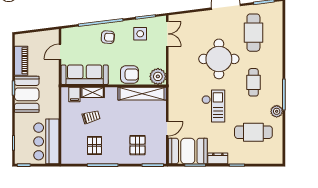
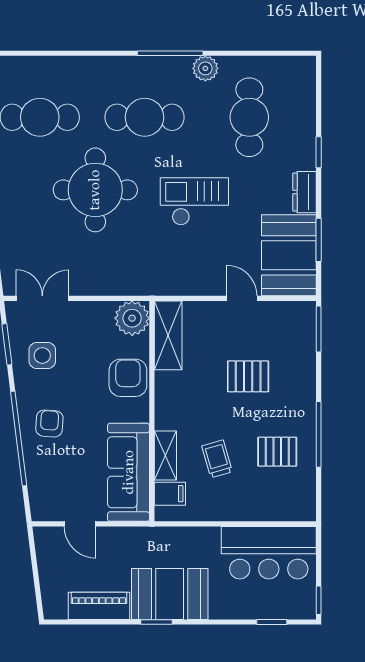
cafe table: (253, 82) -> (145, 117), width x1.37, depth x1.35
shelving: (142, 94) -> (168, 335), width x0.68
pallet: (138, 145) -> (248, 376), moved

